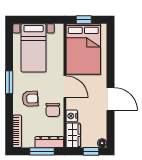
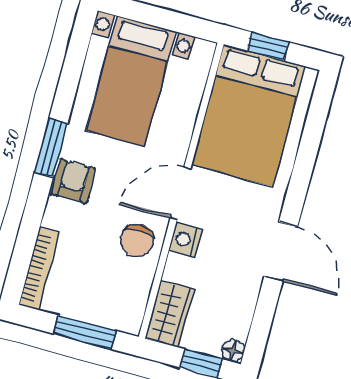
door: (65, 87) -> (180, 193), swing flipped
armchair: (30, 99) -> (73, 181), moved, turned -87
nightstand: (72, 116) -> (185, 240), moved
dresser: (49, 142) -> (108, 315), removed

